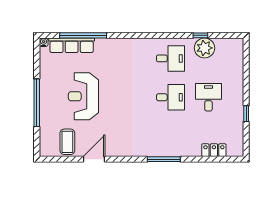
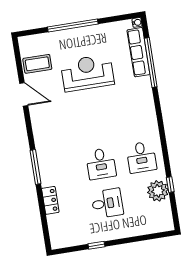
locker: (214, 150) -> (50, 200), moved

